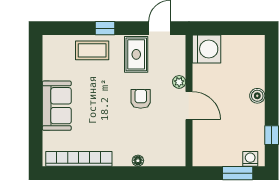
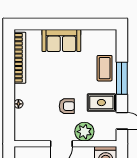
window: (105, 28) -> (122, 78), width x2.17
plant: (179, 82) -> (84, 132), width x1.88, depth x1.88

